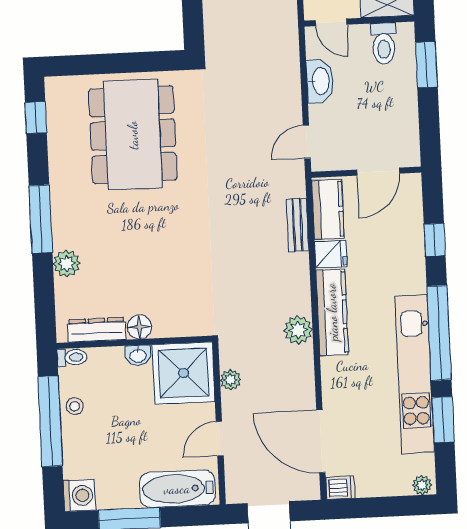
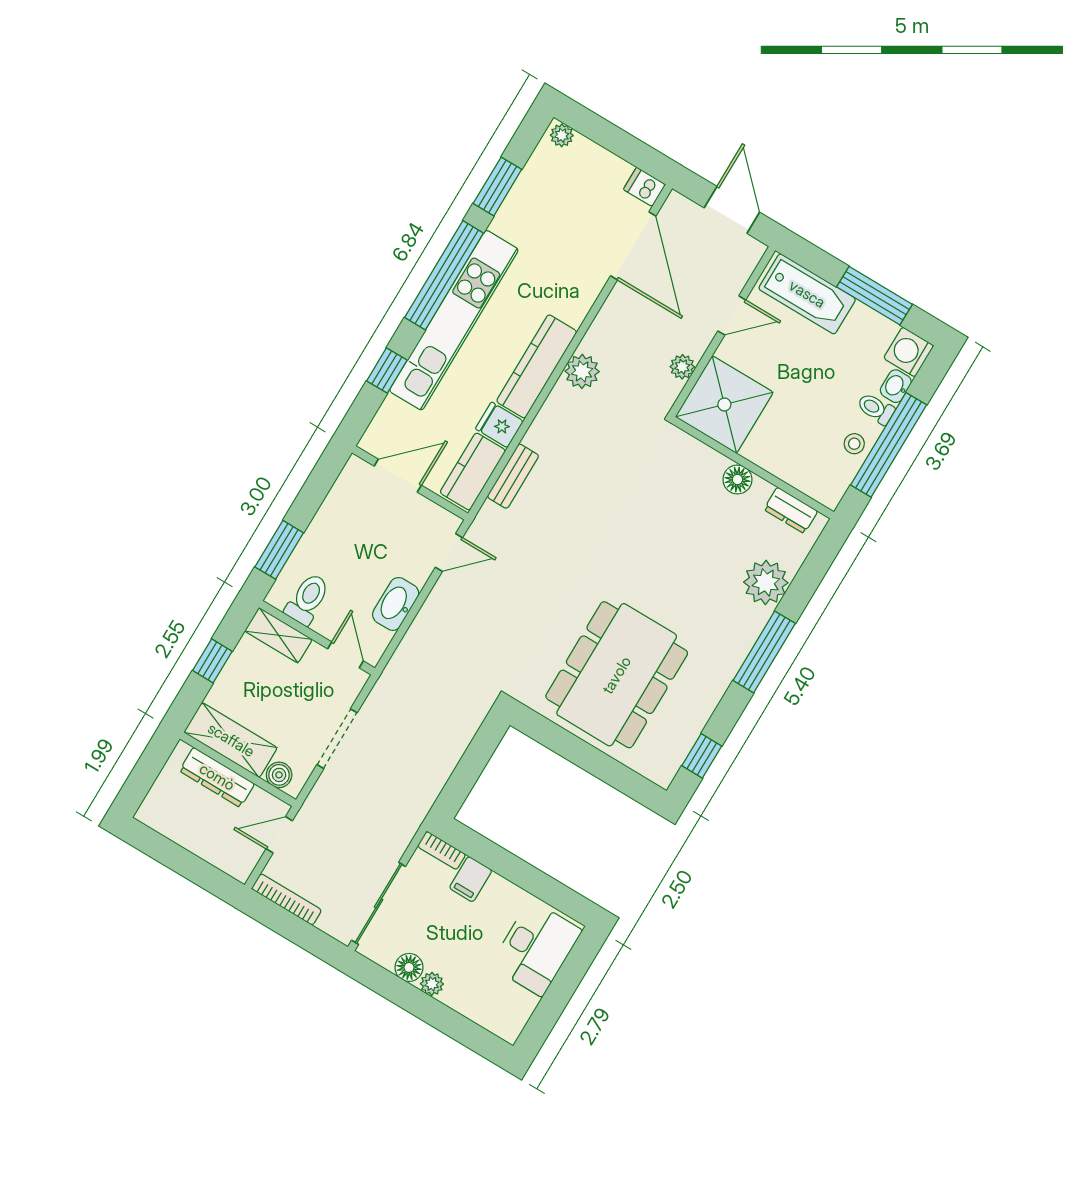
plant: (67, 263) -> (766, 582), width x1.36, depth x1.36
dresser: (97, 330) -> (791, 510), width x0.70
washbasin: (138, 355) -> (896, 386), moved, turned -90
toilet: (72, 357) -> (876, 409), moved
kitchen unit: (415, 374) -> (454, 320), moved

